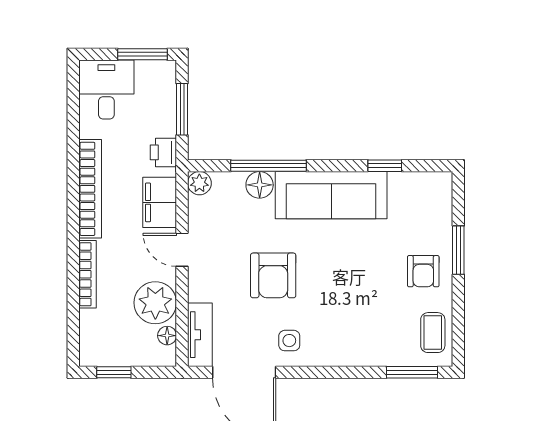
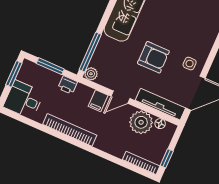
window: (269, 166) -> (90, 52), moved
floor lamp: (260, 185) -> (105, 44), removed
filing cabinet: (160, 202) -> (98, 101), width x0.50
bookcase: (88, 274) -> (141, 163), moved
tv unit: (200, 335) -> (160, 104), width x1.41

